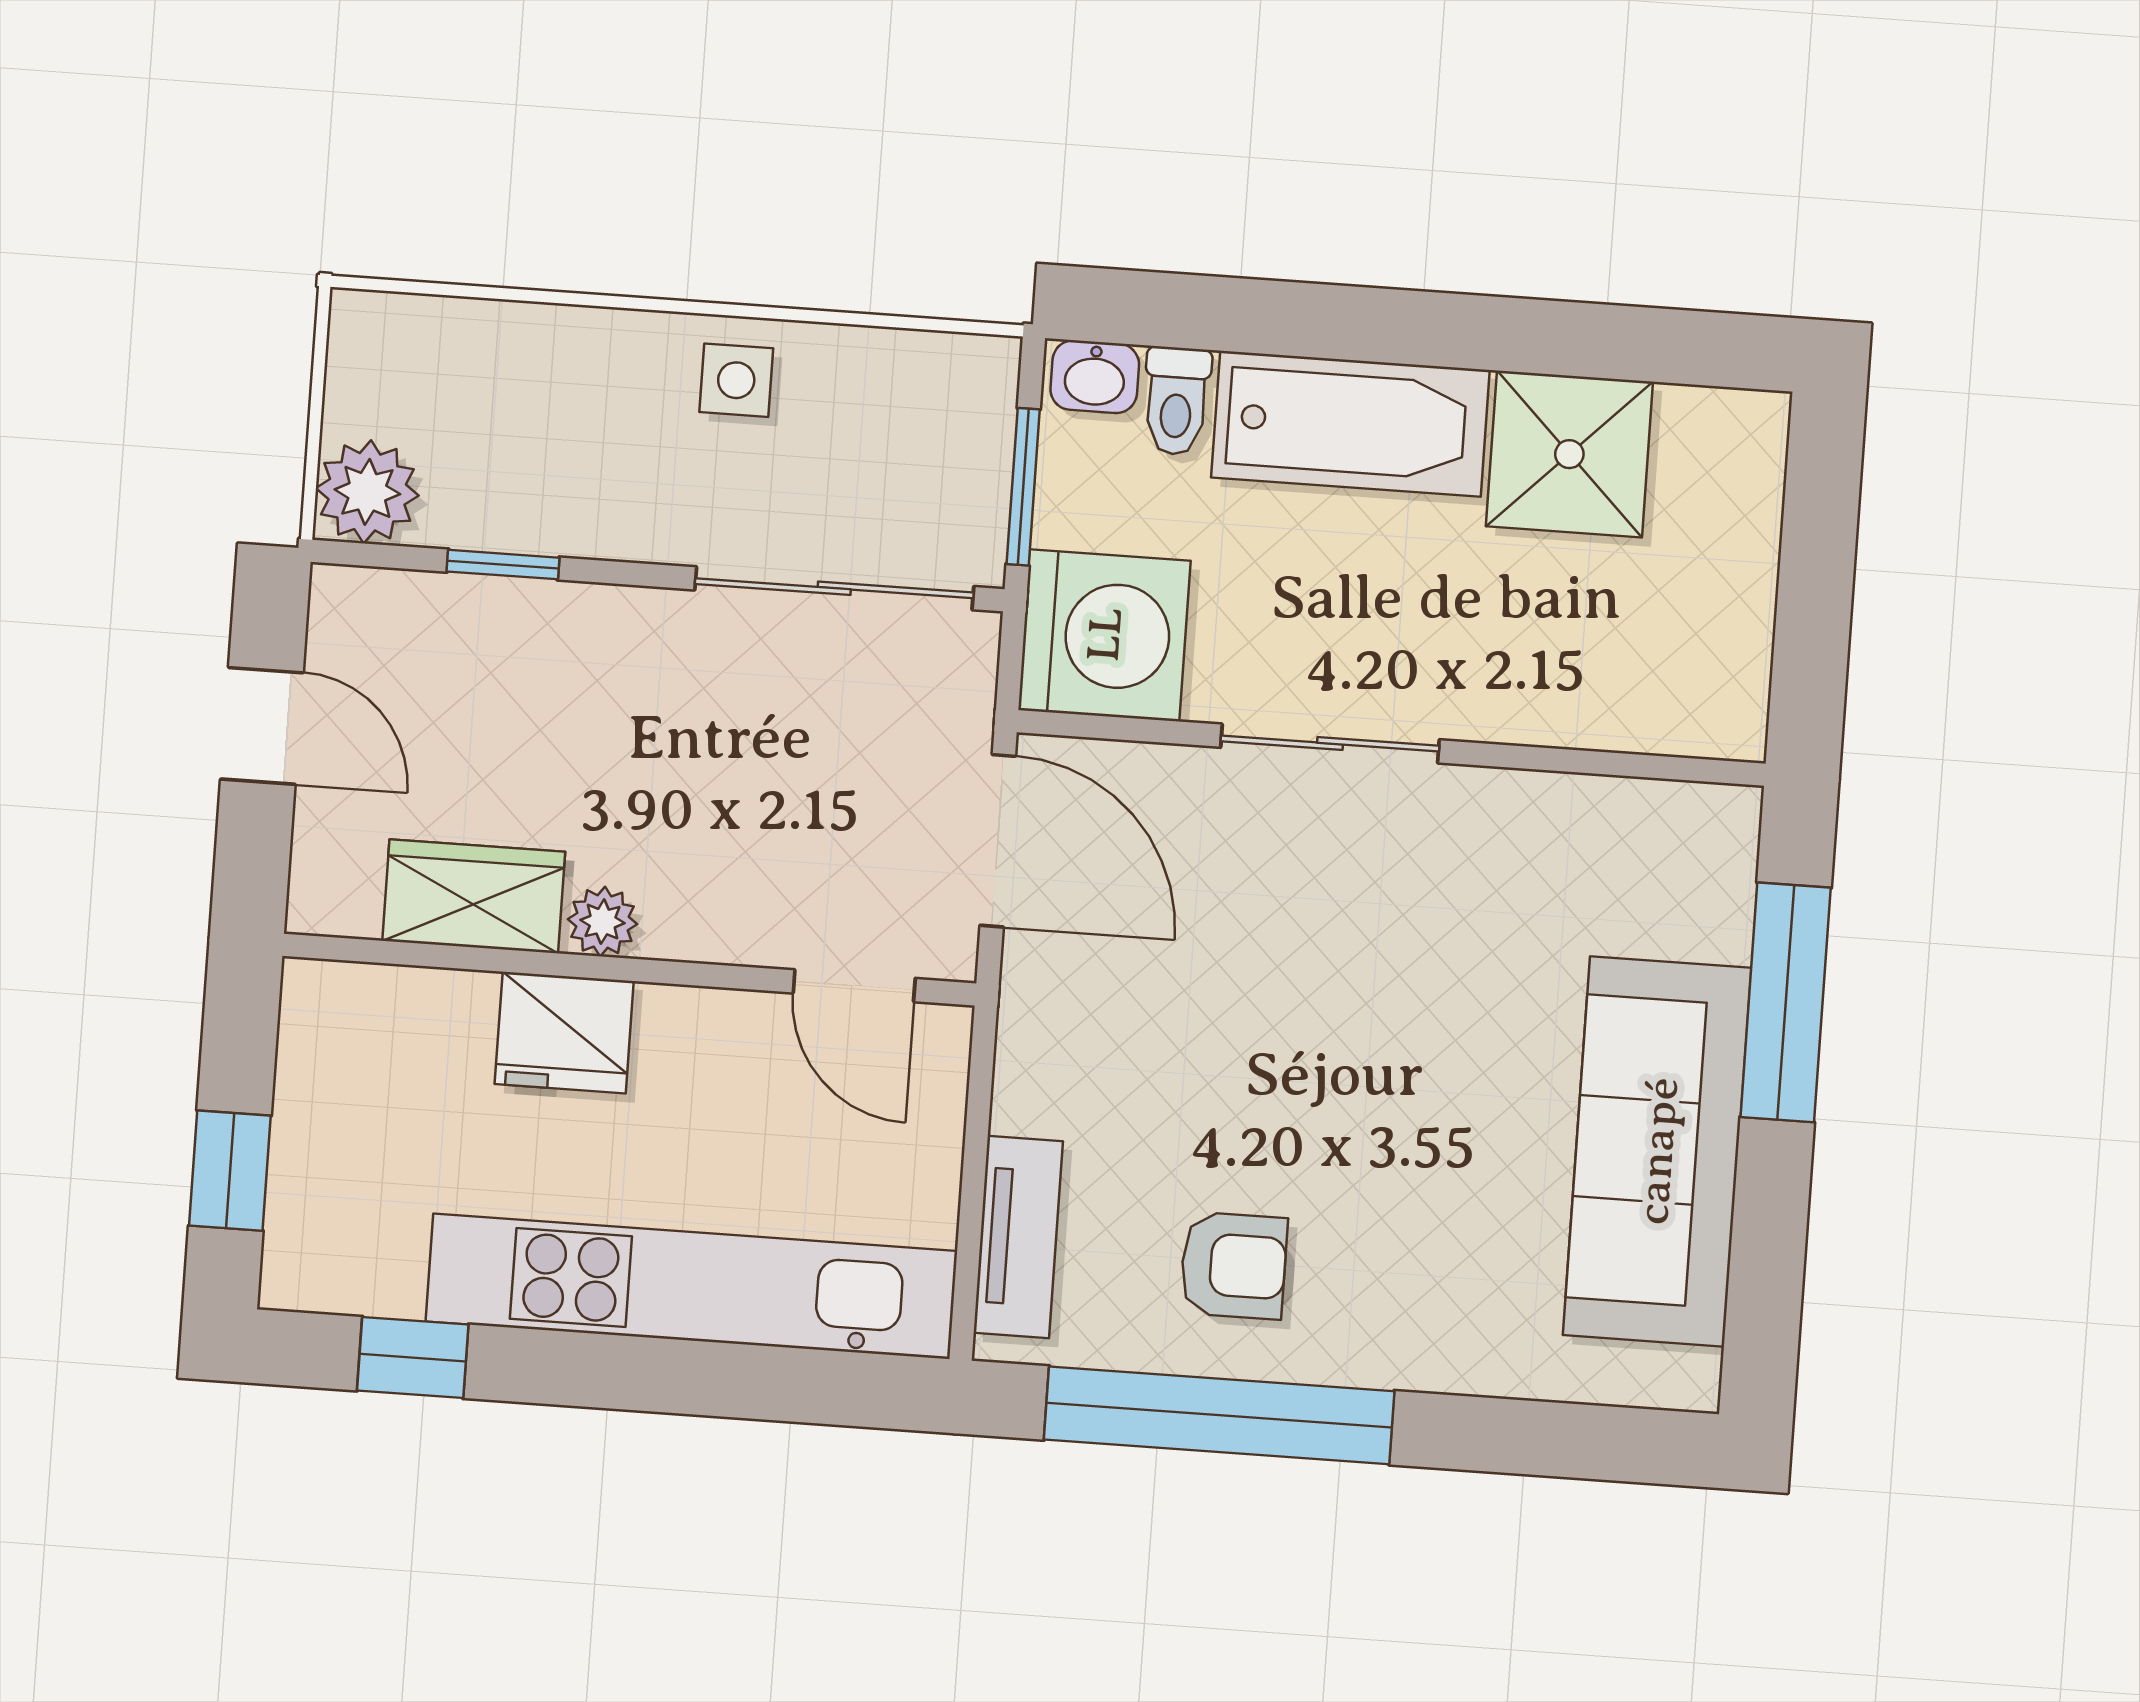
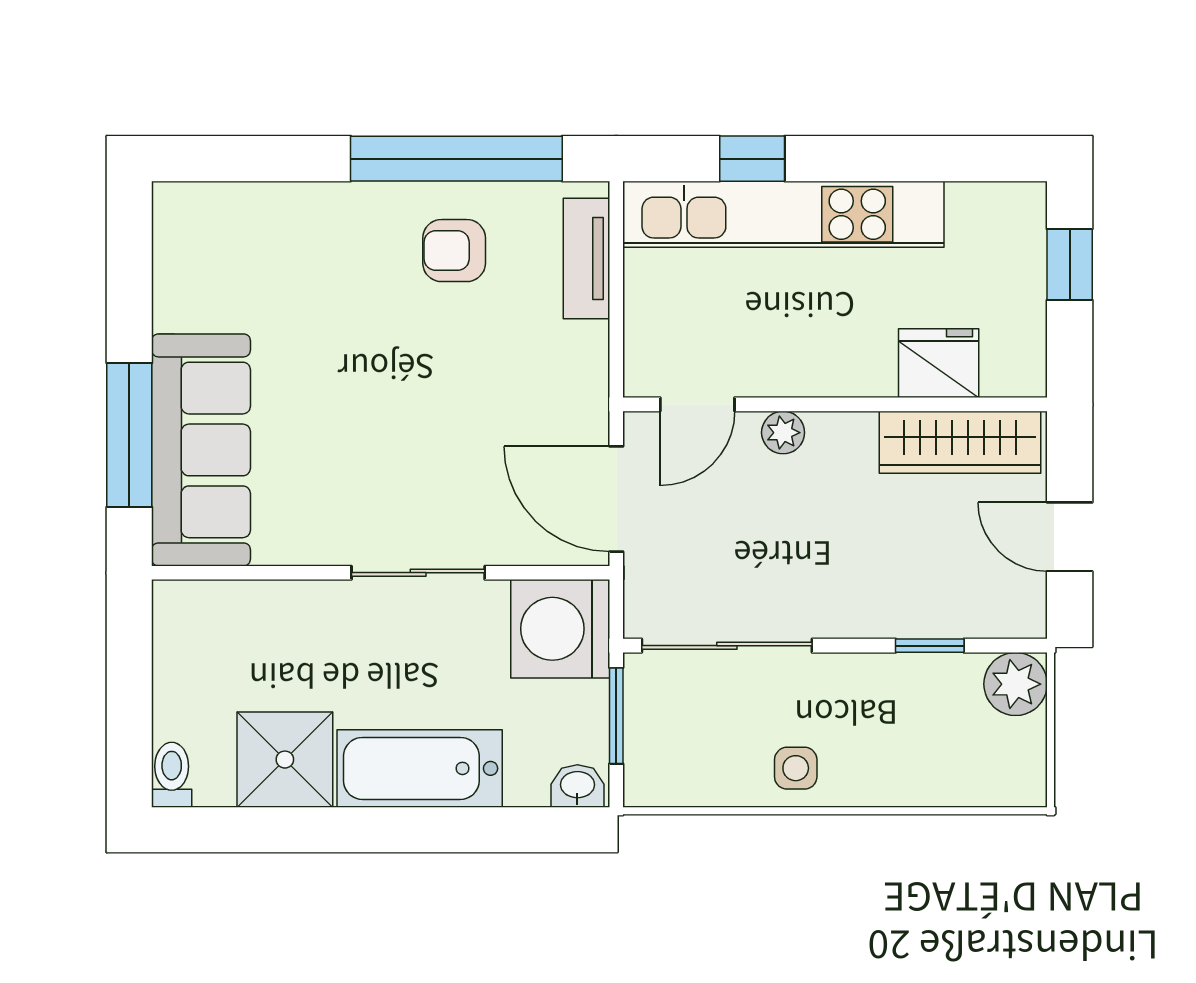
toilet: (1176, 401) -> (172, 775), moved
wardrobe: (474, 896) -> (960, 442), width x1.50
plant: (603, 922) -> (783, 433), moved
door: (854, 986) -> (697, 404), swing flipped
fridge: (564, 1033) -> (939, 363), moved
sofa: (1657, 1151) -> (201, 450), moved
window: (413, 1357) -> (752, 159), moved

